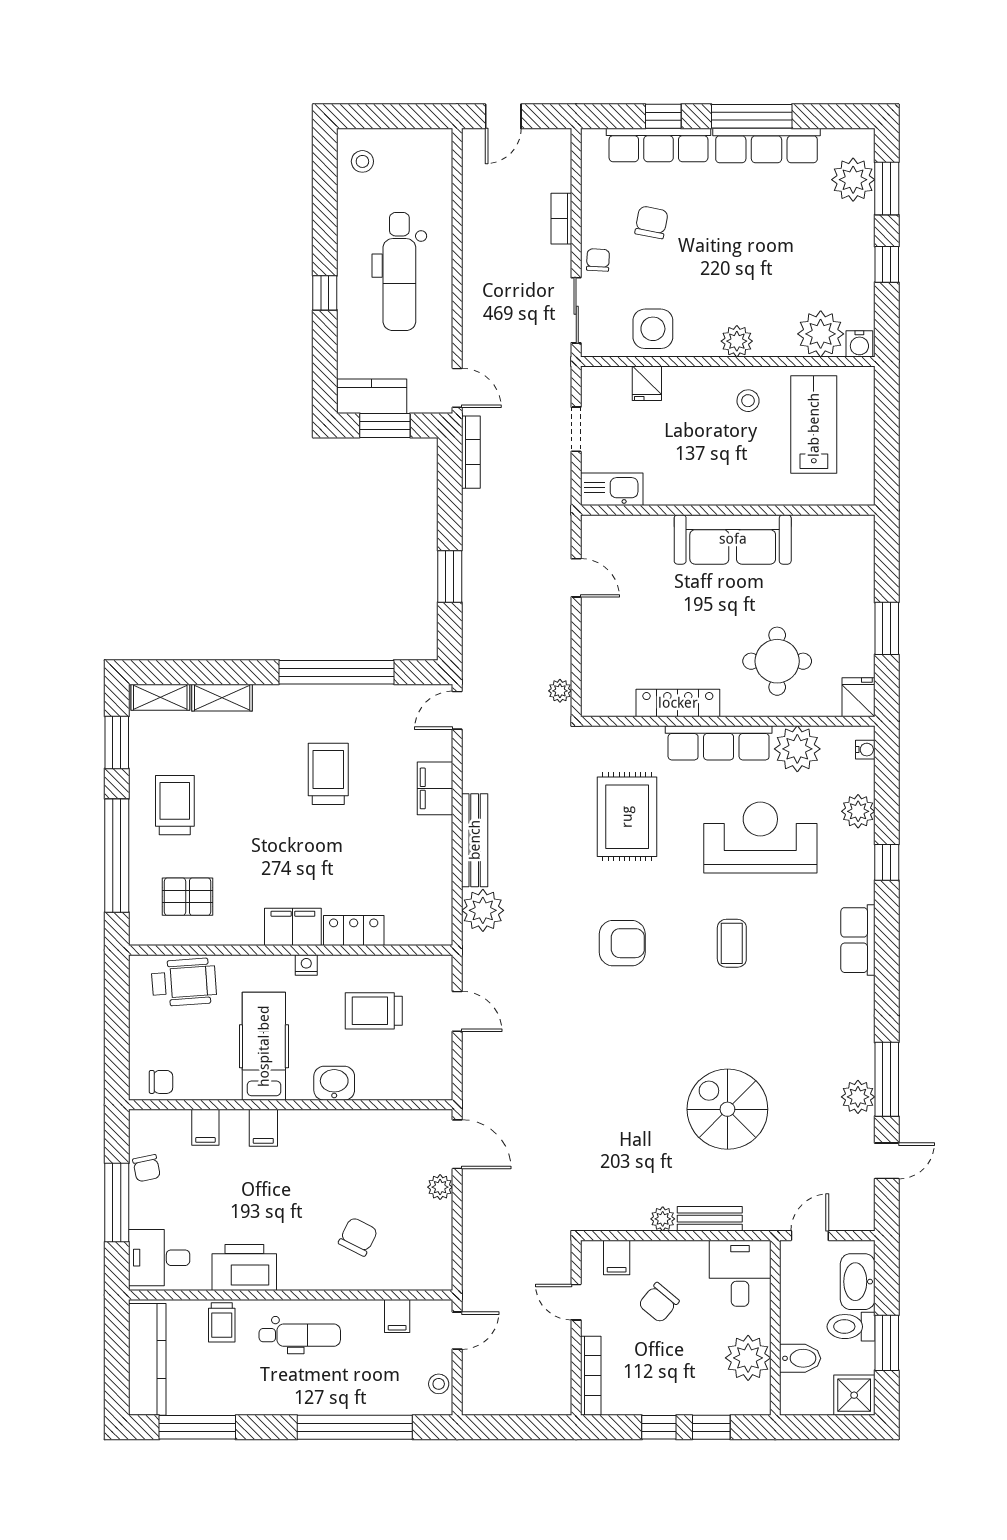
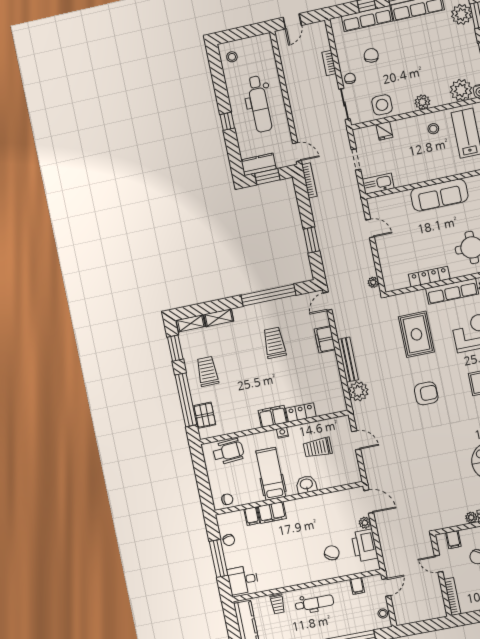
pallet: (188, 897) -> (205, 415), moved, turned 90
filing cabinet: (263, 1128) -> (272, 513), width x2.00
printer: (244, 1268) -> (365, 545), moved, turned -90

